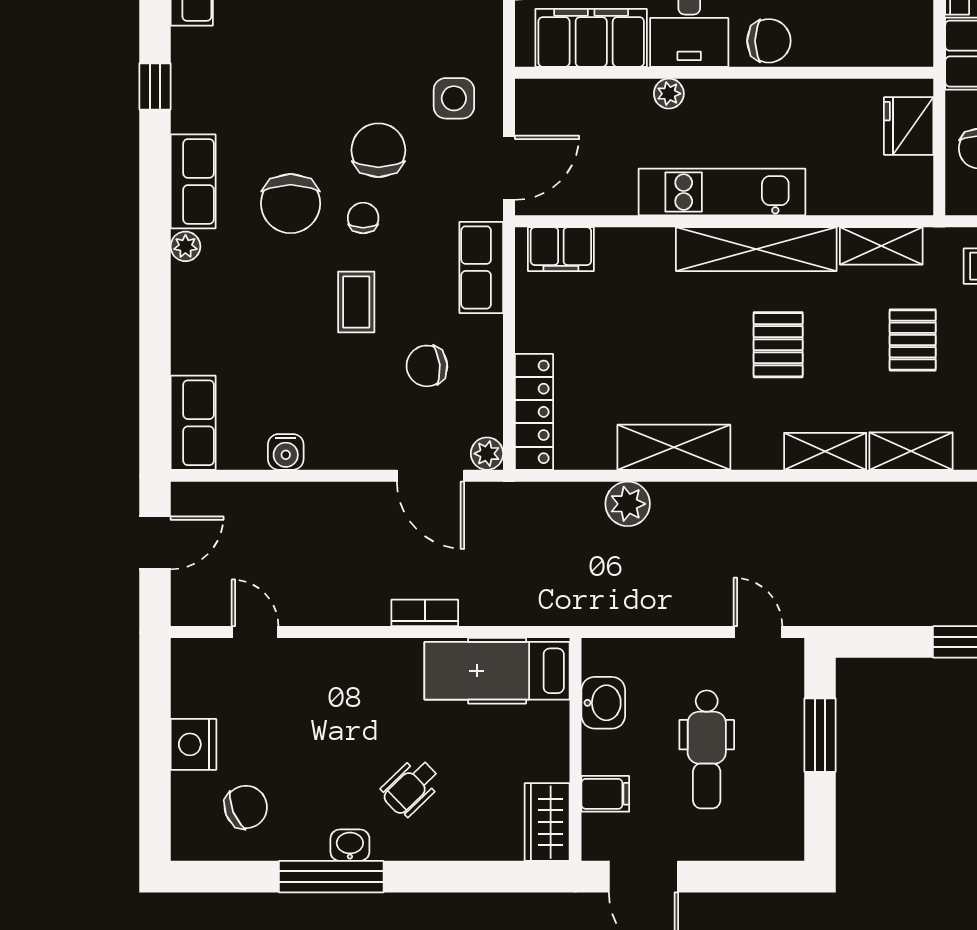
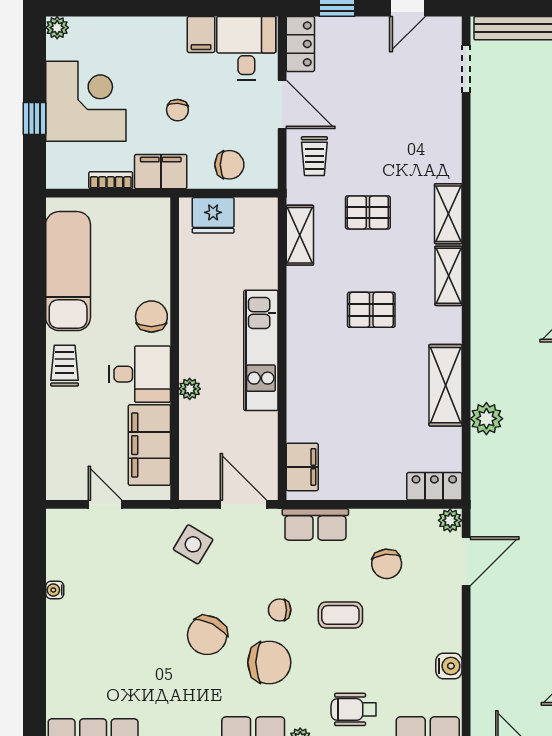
side table: (454, 98) -> (193, 544), turned 31
chair: (378, 150) -> (207, 635), moved, turned -63
shelving: (756, 249) -> (302, 326), removed
wheelchair: (226, 320) -> (354, 709), added
locker: (534, 412) -> (434, 486), width x0.66

